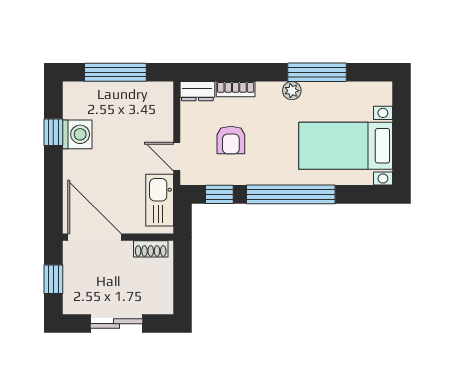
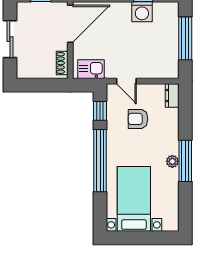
window: (317, 72) -> (185, 161), moved
bookcase: (236, 89) -> (173, 122), removed
door: (177, 157) -> (126, 81), swing flipped
kitchen sink: (160, 200) -> (91, 69), width x0.73

